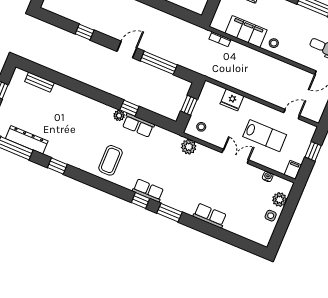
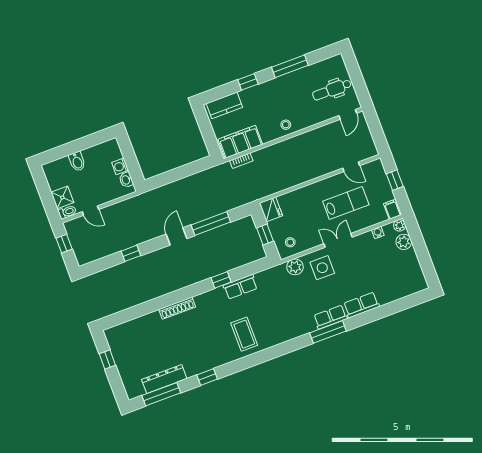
filing cabinet: (246, 32) -> (240, 142), moved
bench: (39, 82) -> (132, 325), removed
shoe rack: (81, 99) -> (177, 308), added
fridge: (232, 100) -> (271, 209), moved, turned -90
door: (292, 114) -> (351, 167), swing flipped
plant: (119, 116) -> (400, 225), moved
row of seats: (148, 190) -> (330, 317), moved
window: (140, 201) -> (297, 344), removed
window: (169, 213) -> (328, 332), width x1.44
side table: (271, 216) -> (322, 268), moved, width x1.87, depth x1.87

